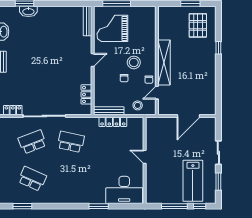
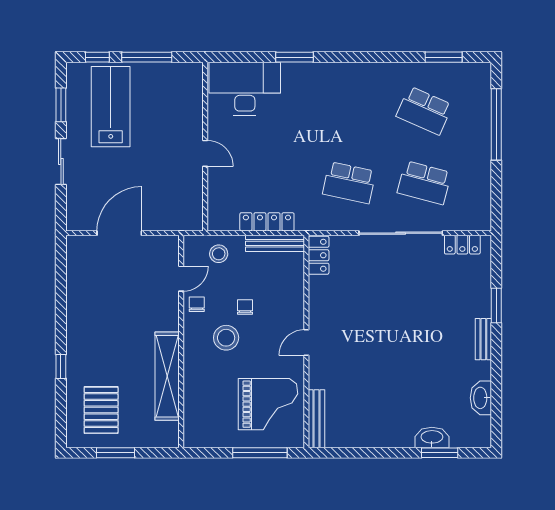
shelving: (164, 62) -> (167, 376), moved
locker: (86, 94) -> (319, 255), moved
school desk: (32, 142) -> (424, 183), turned 36

